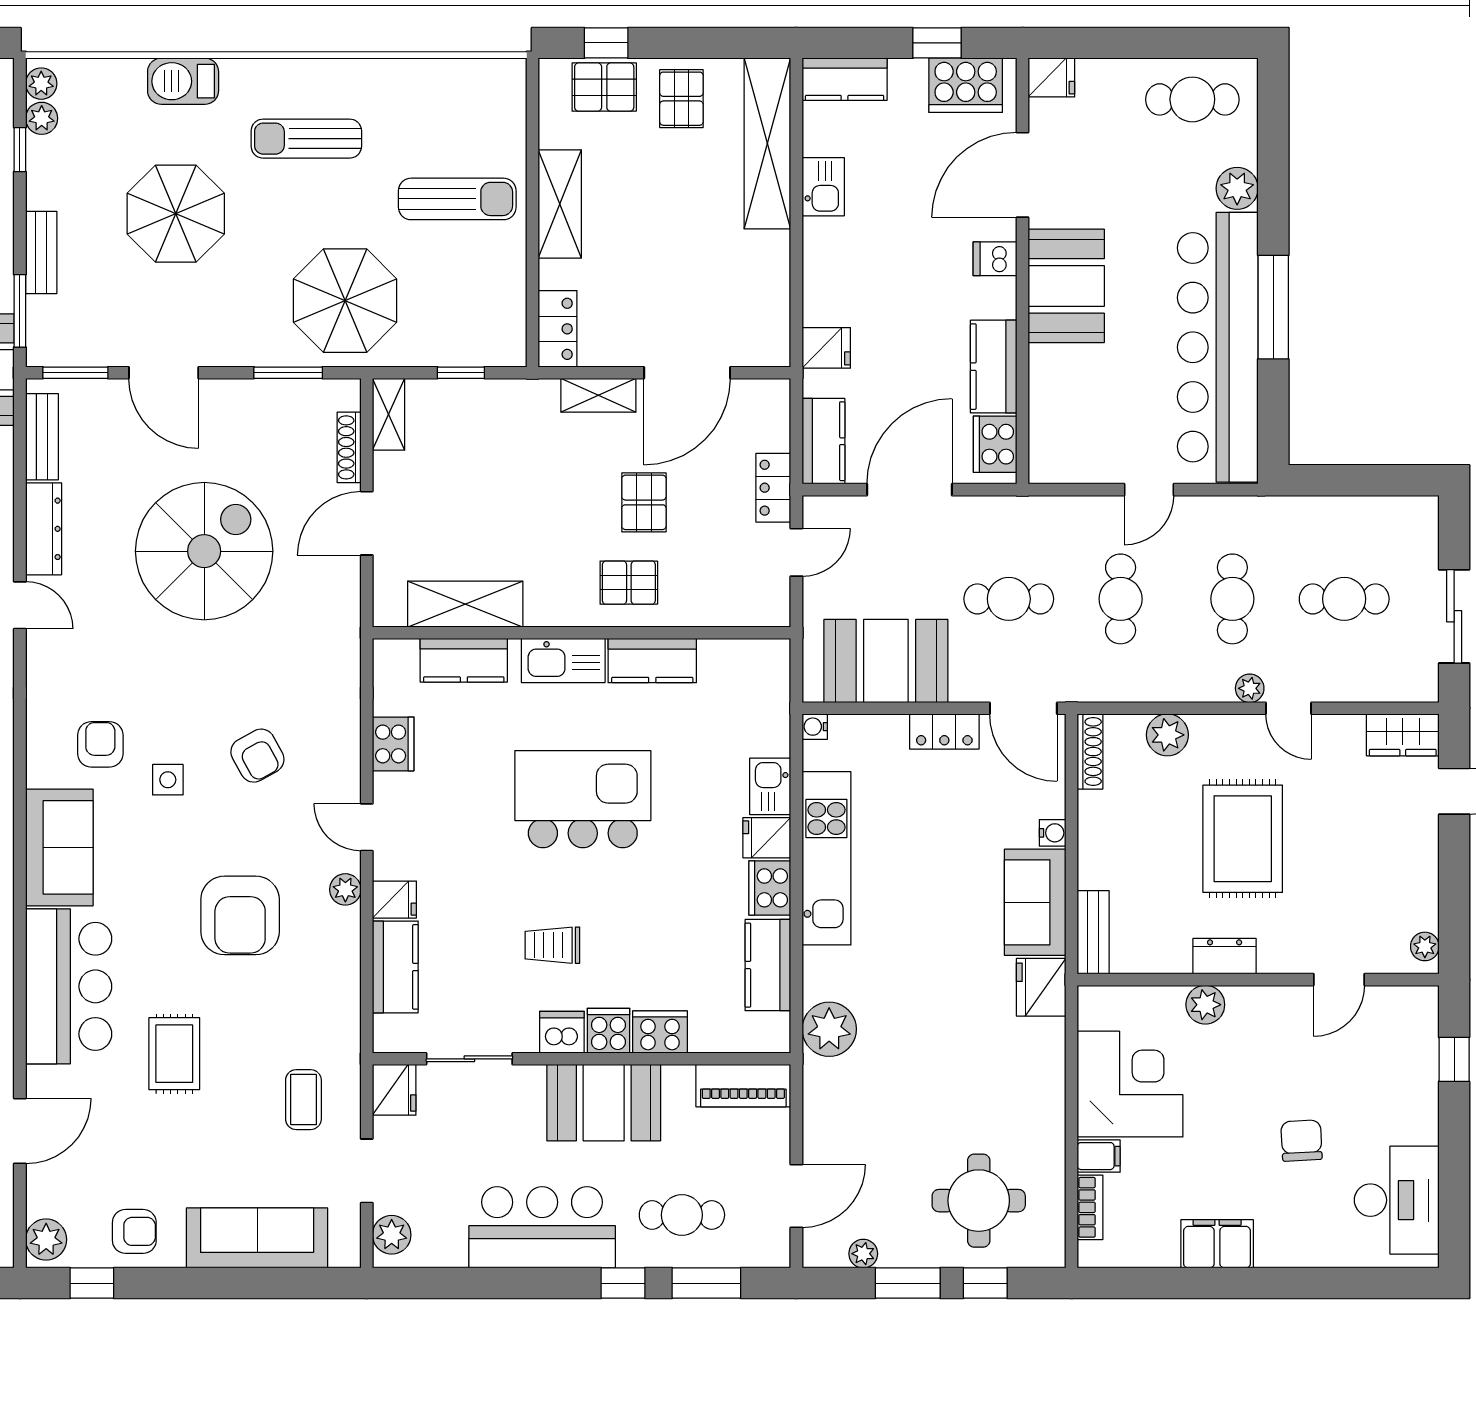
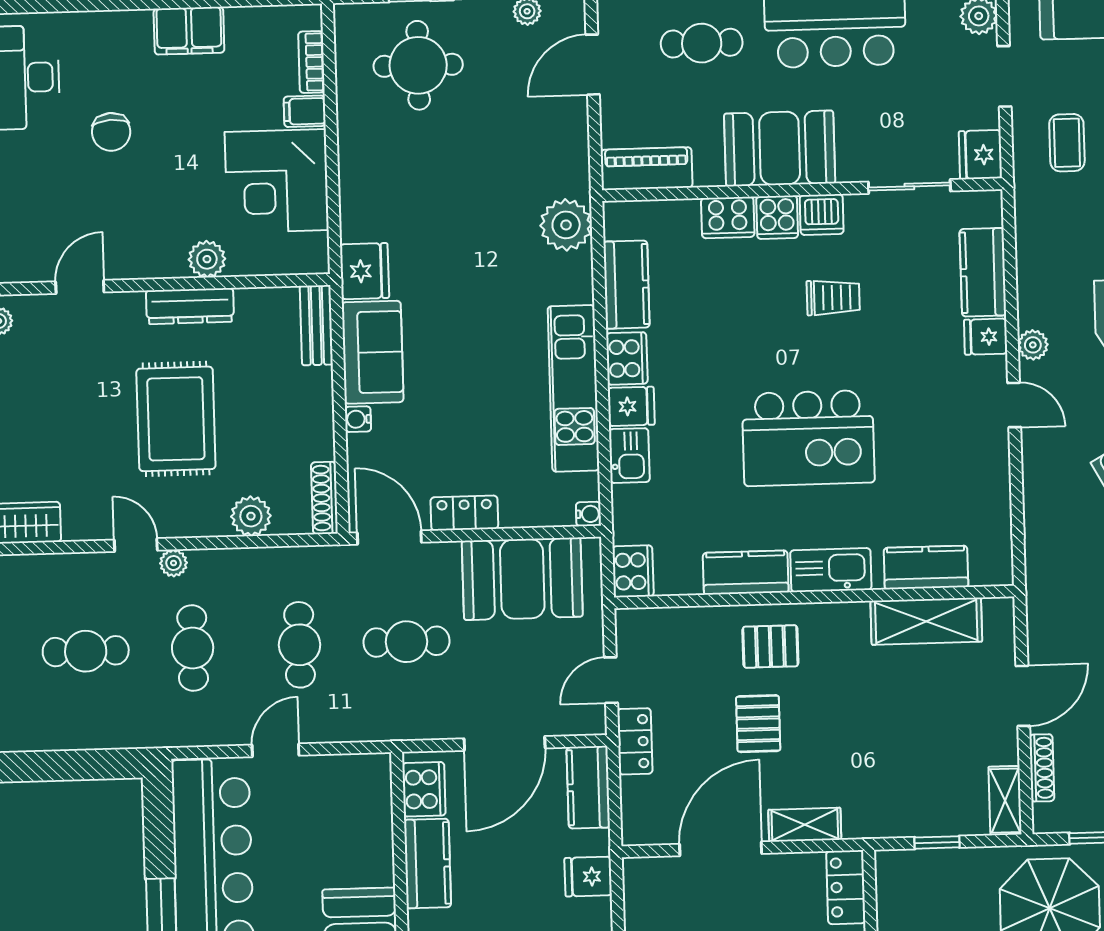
cooker: (393, 744) -> (633, 571), moved, turned 180
dresser: (1225, 956) -> (190, 306), width x1.44

